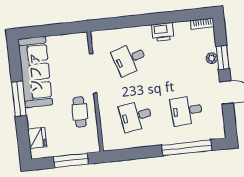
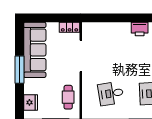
locker: (75, 39) -> (70, 27), added
desk: (130, 59) -> (111, 48), removed
cafe table: (80, 112) -> (68, 97), moved

